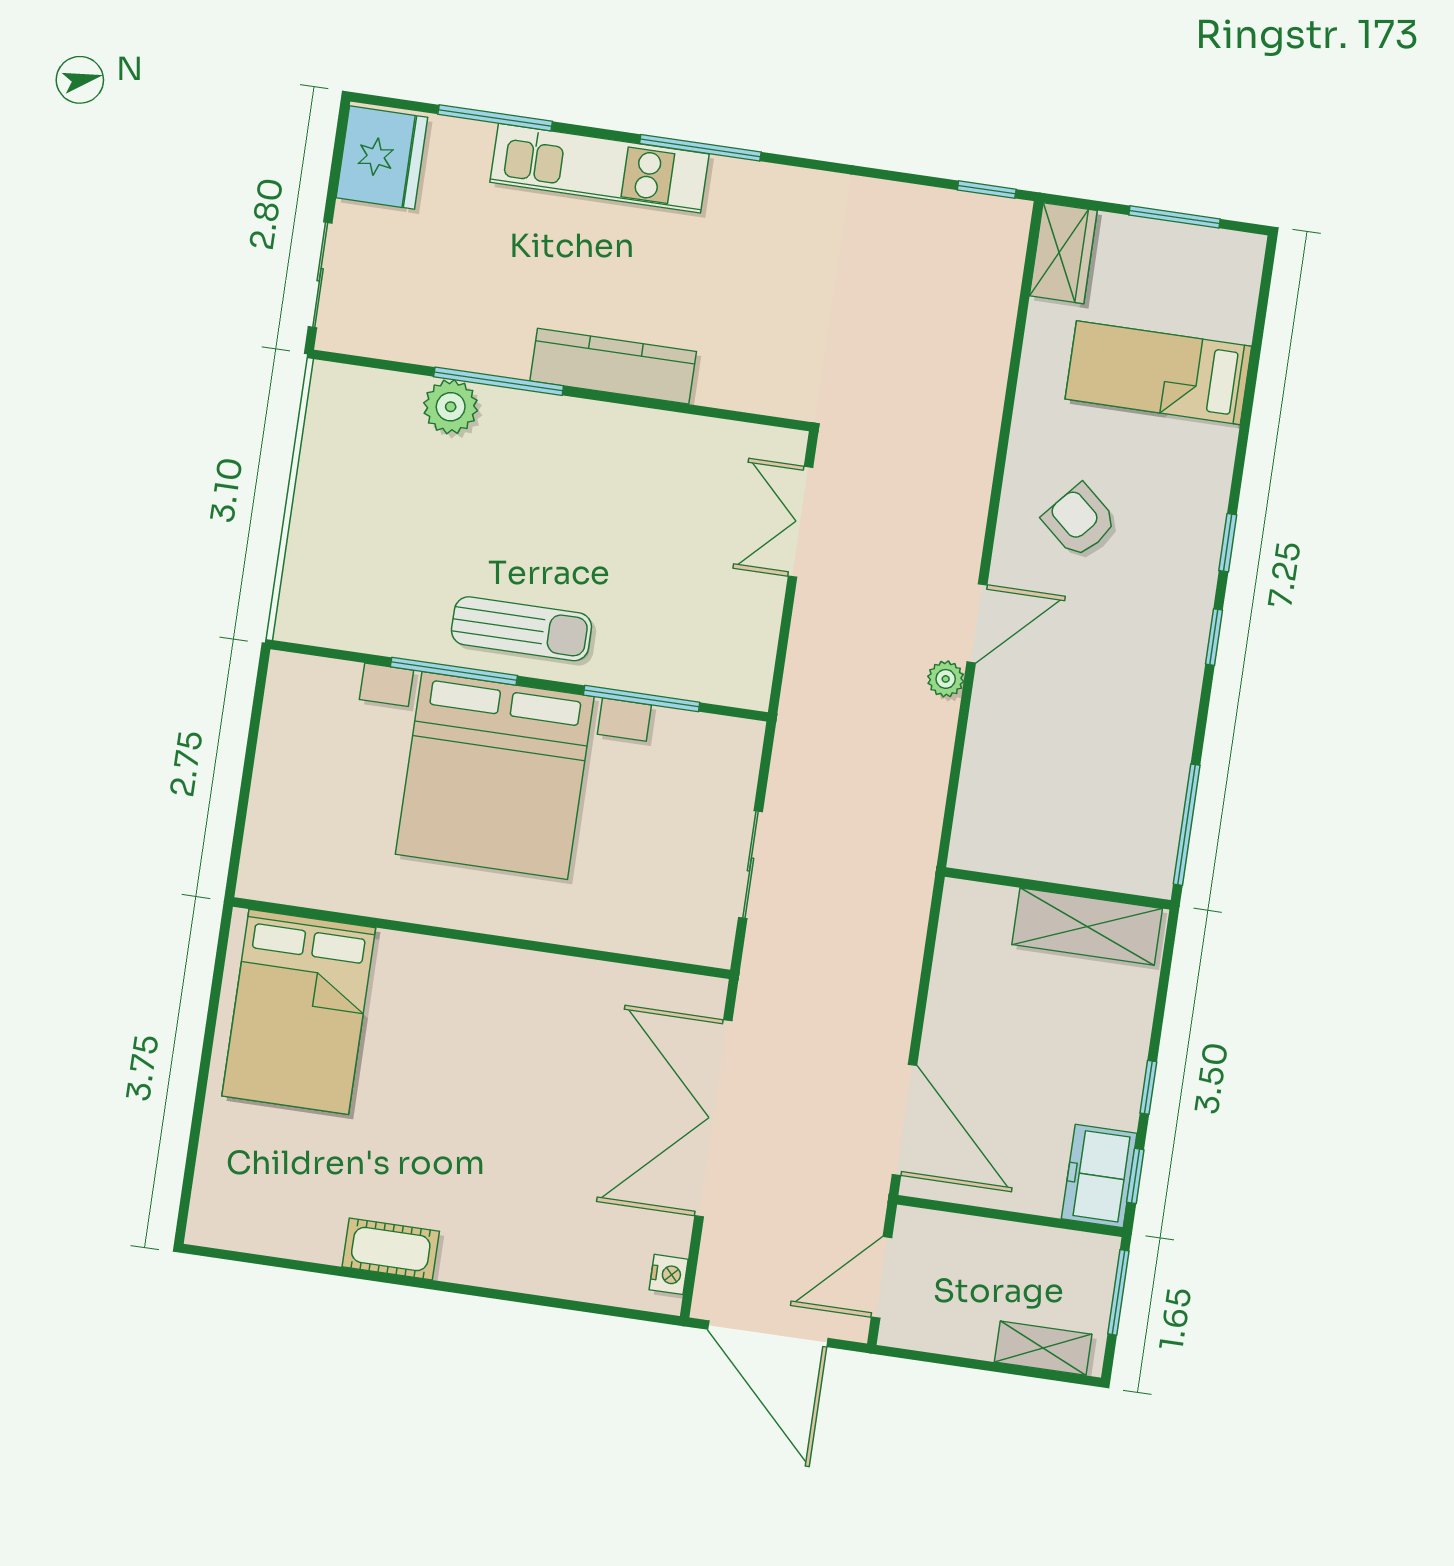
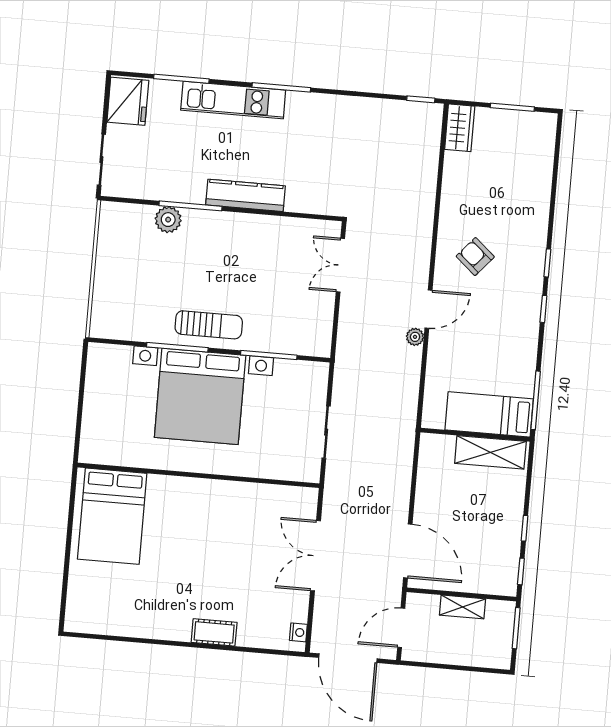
bed: (1158, 373) -> (489, 414), moved
double door: (713, 1118) -> (316, 556), width x0.73
freezer: (1099, 1176) -> (503, 572), removed
cot: (391, 1249) -> (214, 632), moved
shelving: (1043, 1348) -> (462, 607), moved

